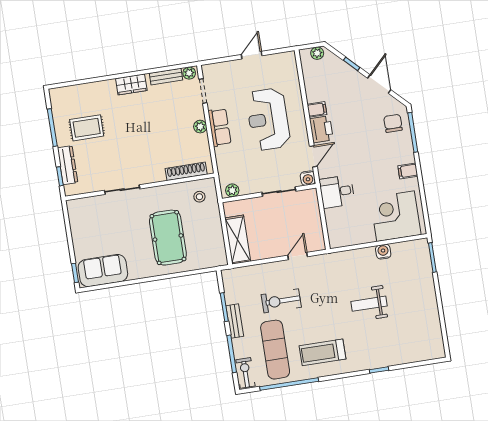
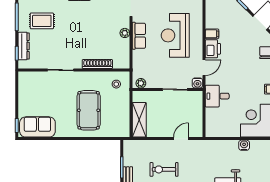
shoe rack: (186, 171) -> (97, 64), moved

